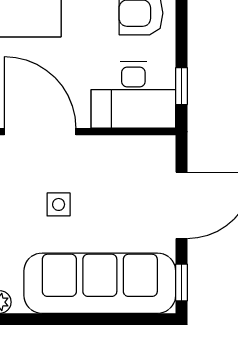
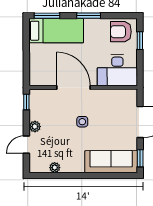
window: (181, 86) -> (140, 41), moved
sofa: (100, 283) -> (111, 162), width x0.74, depth x0.79

